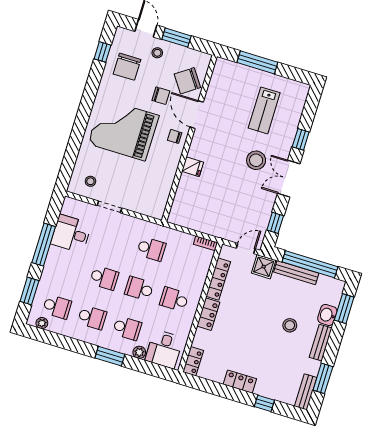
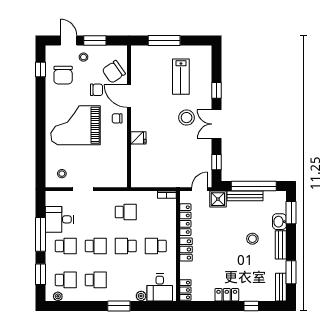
school desk: (127, 328) -> (66, 246), moved

